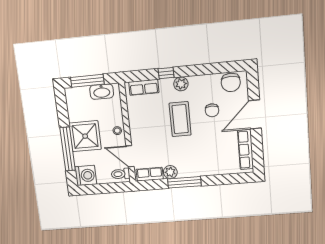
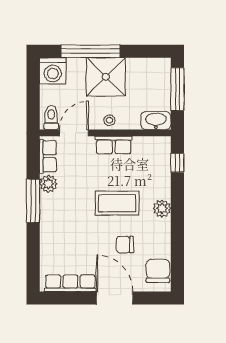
window: (166, 73) -> (177, 163), moved
chair: (231, 82) -> (158, 271), turned 90
row of seats: (144, 87) -> (114, 145), moved, turned -90
washbasin: (102, 92) -> (156, 121), moved, turned 90

